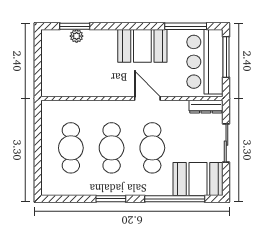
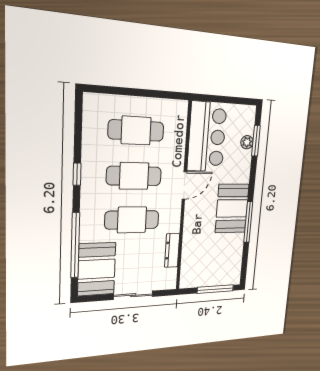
window: (186, 26) -> (248, 222), moved
bar counter: (205, 62) -> (207, 137), moved, turned 90
door: (147, 98) -> (184, 185), moved
dresser: (206, 107) -> (172, 250), moved
window: (111, 199) -> (77, 174), width x0.67

